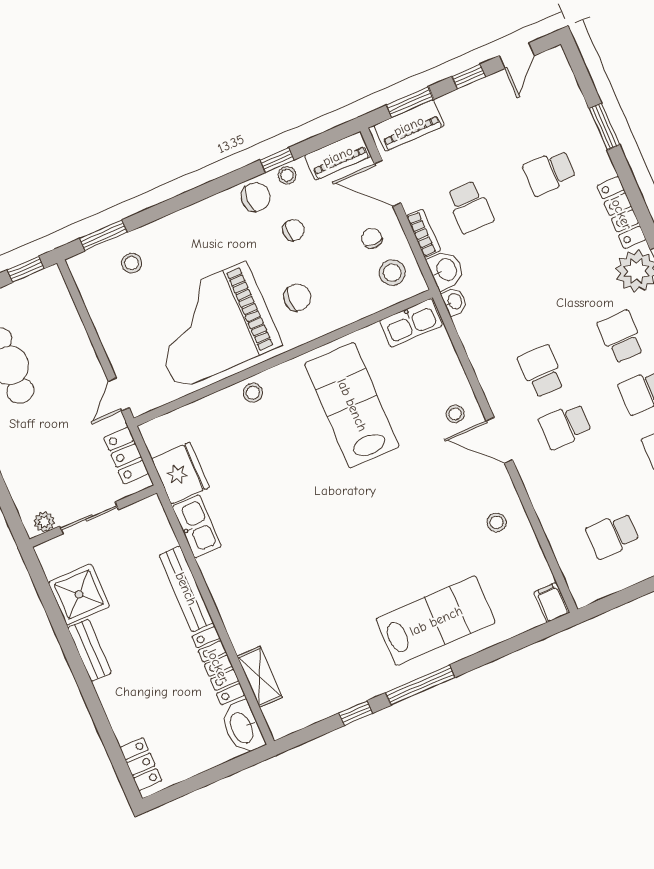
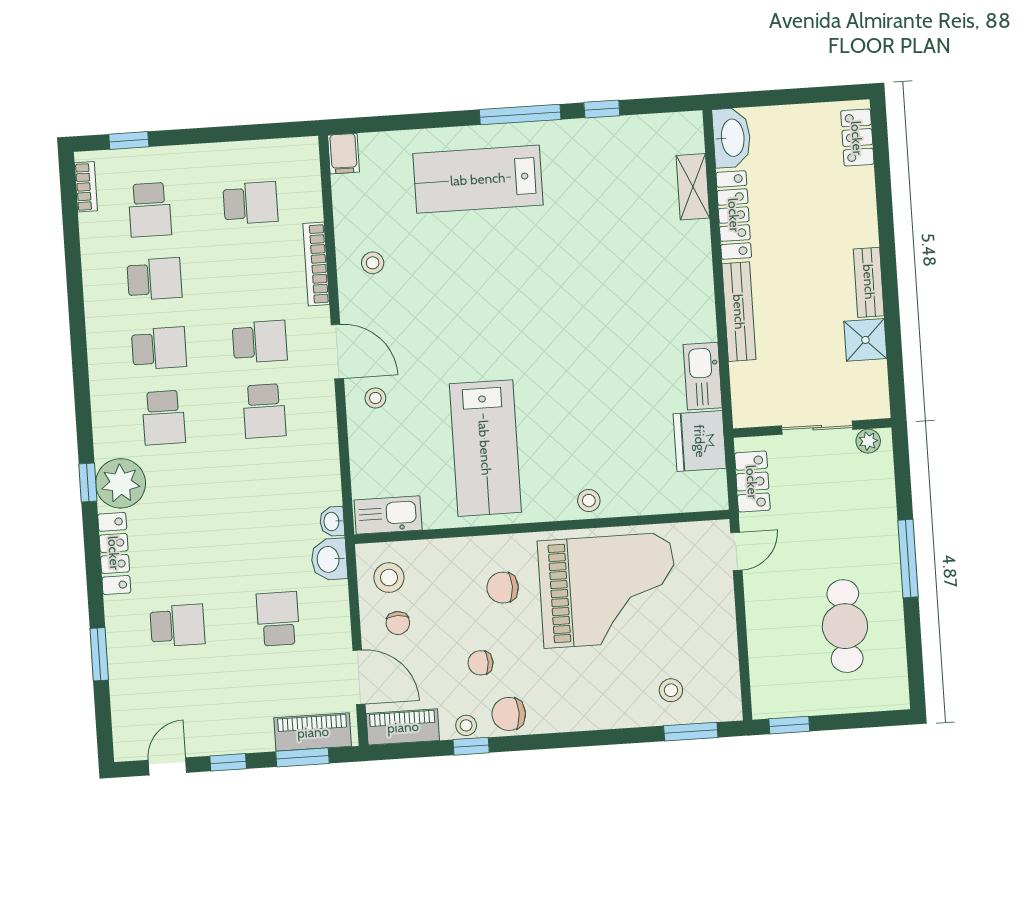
bookcase: (424, 233) -> (316, 264), moved, width x1.56
shower: (79, 594) -> (865, 340), width x0.73, depth x0.73

